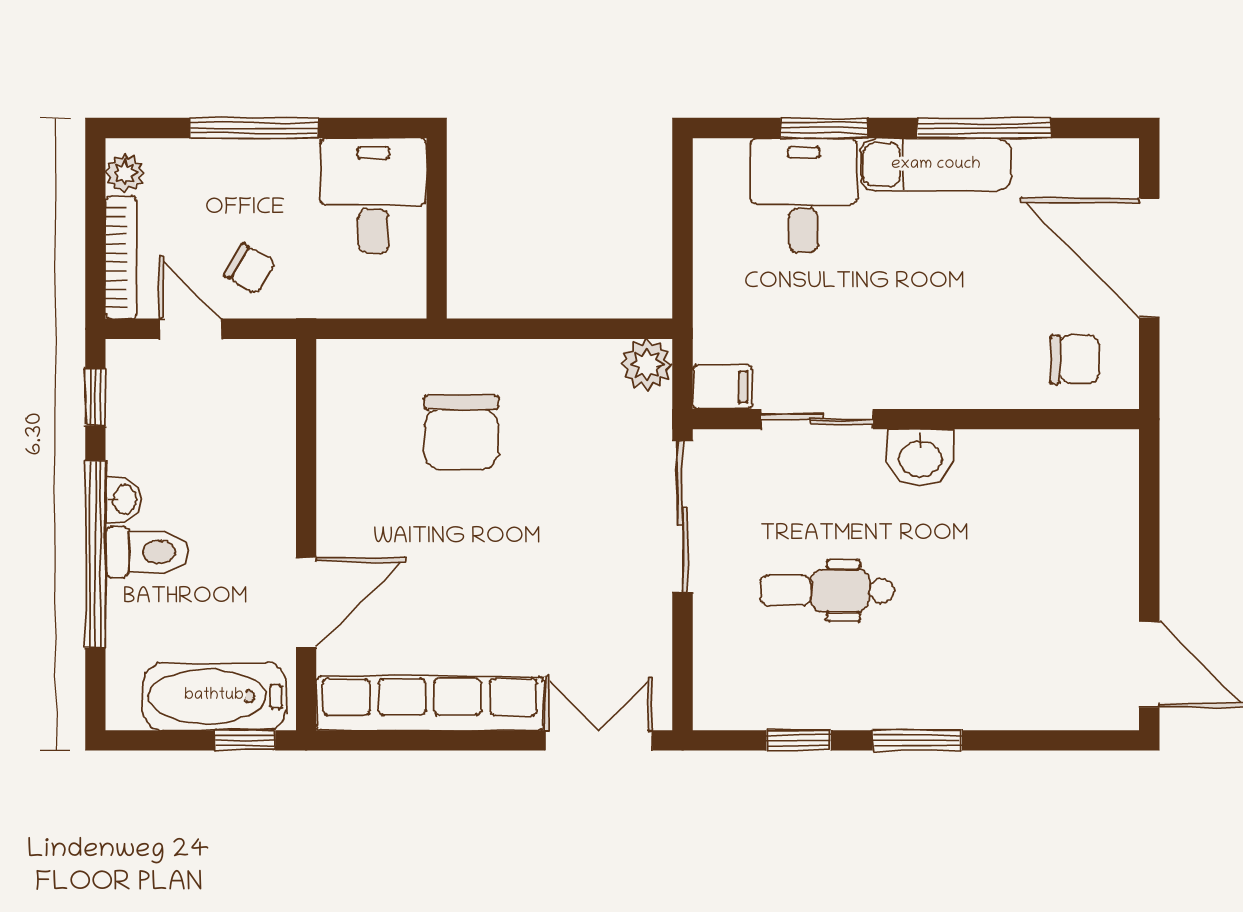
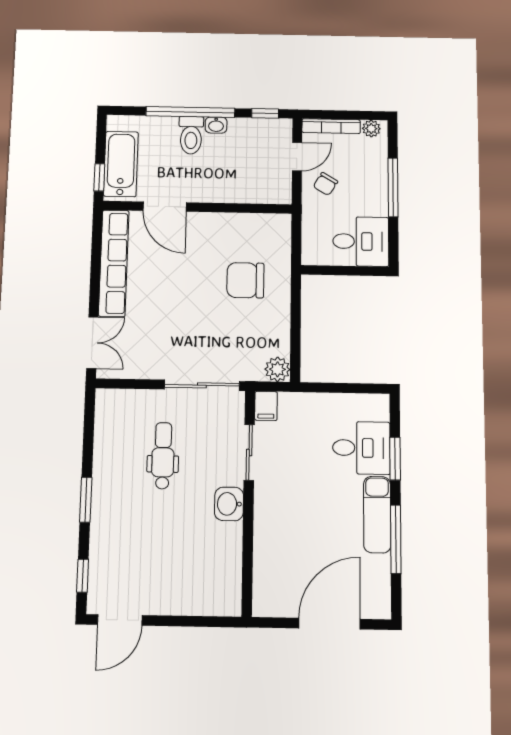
chair: (1075, 359) -> (278, 584), removed
window: (799, 740) -> (83, 576), moved

